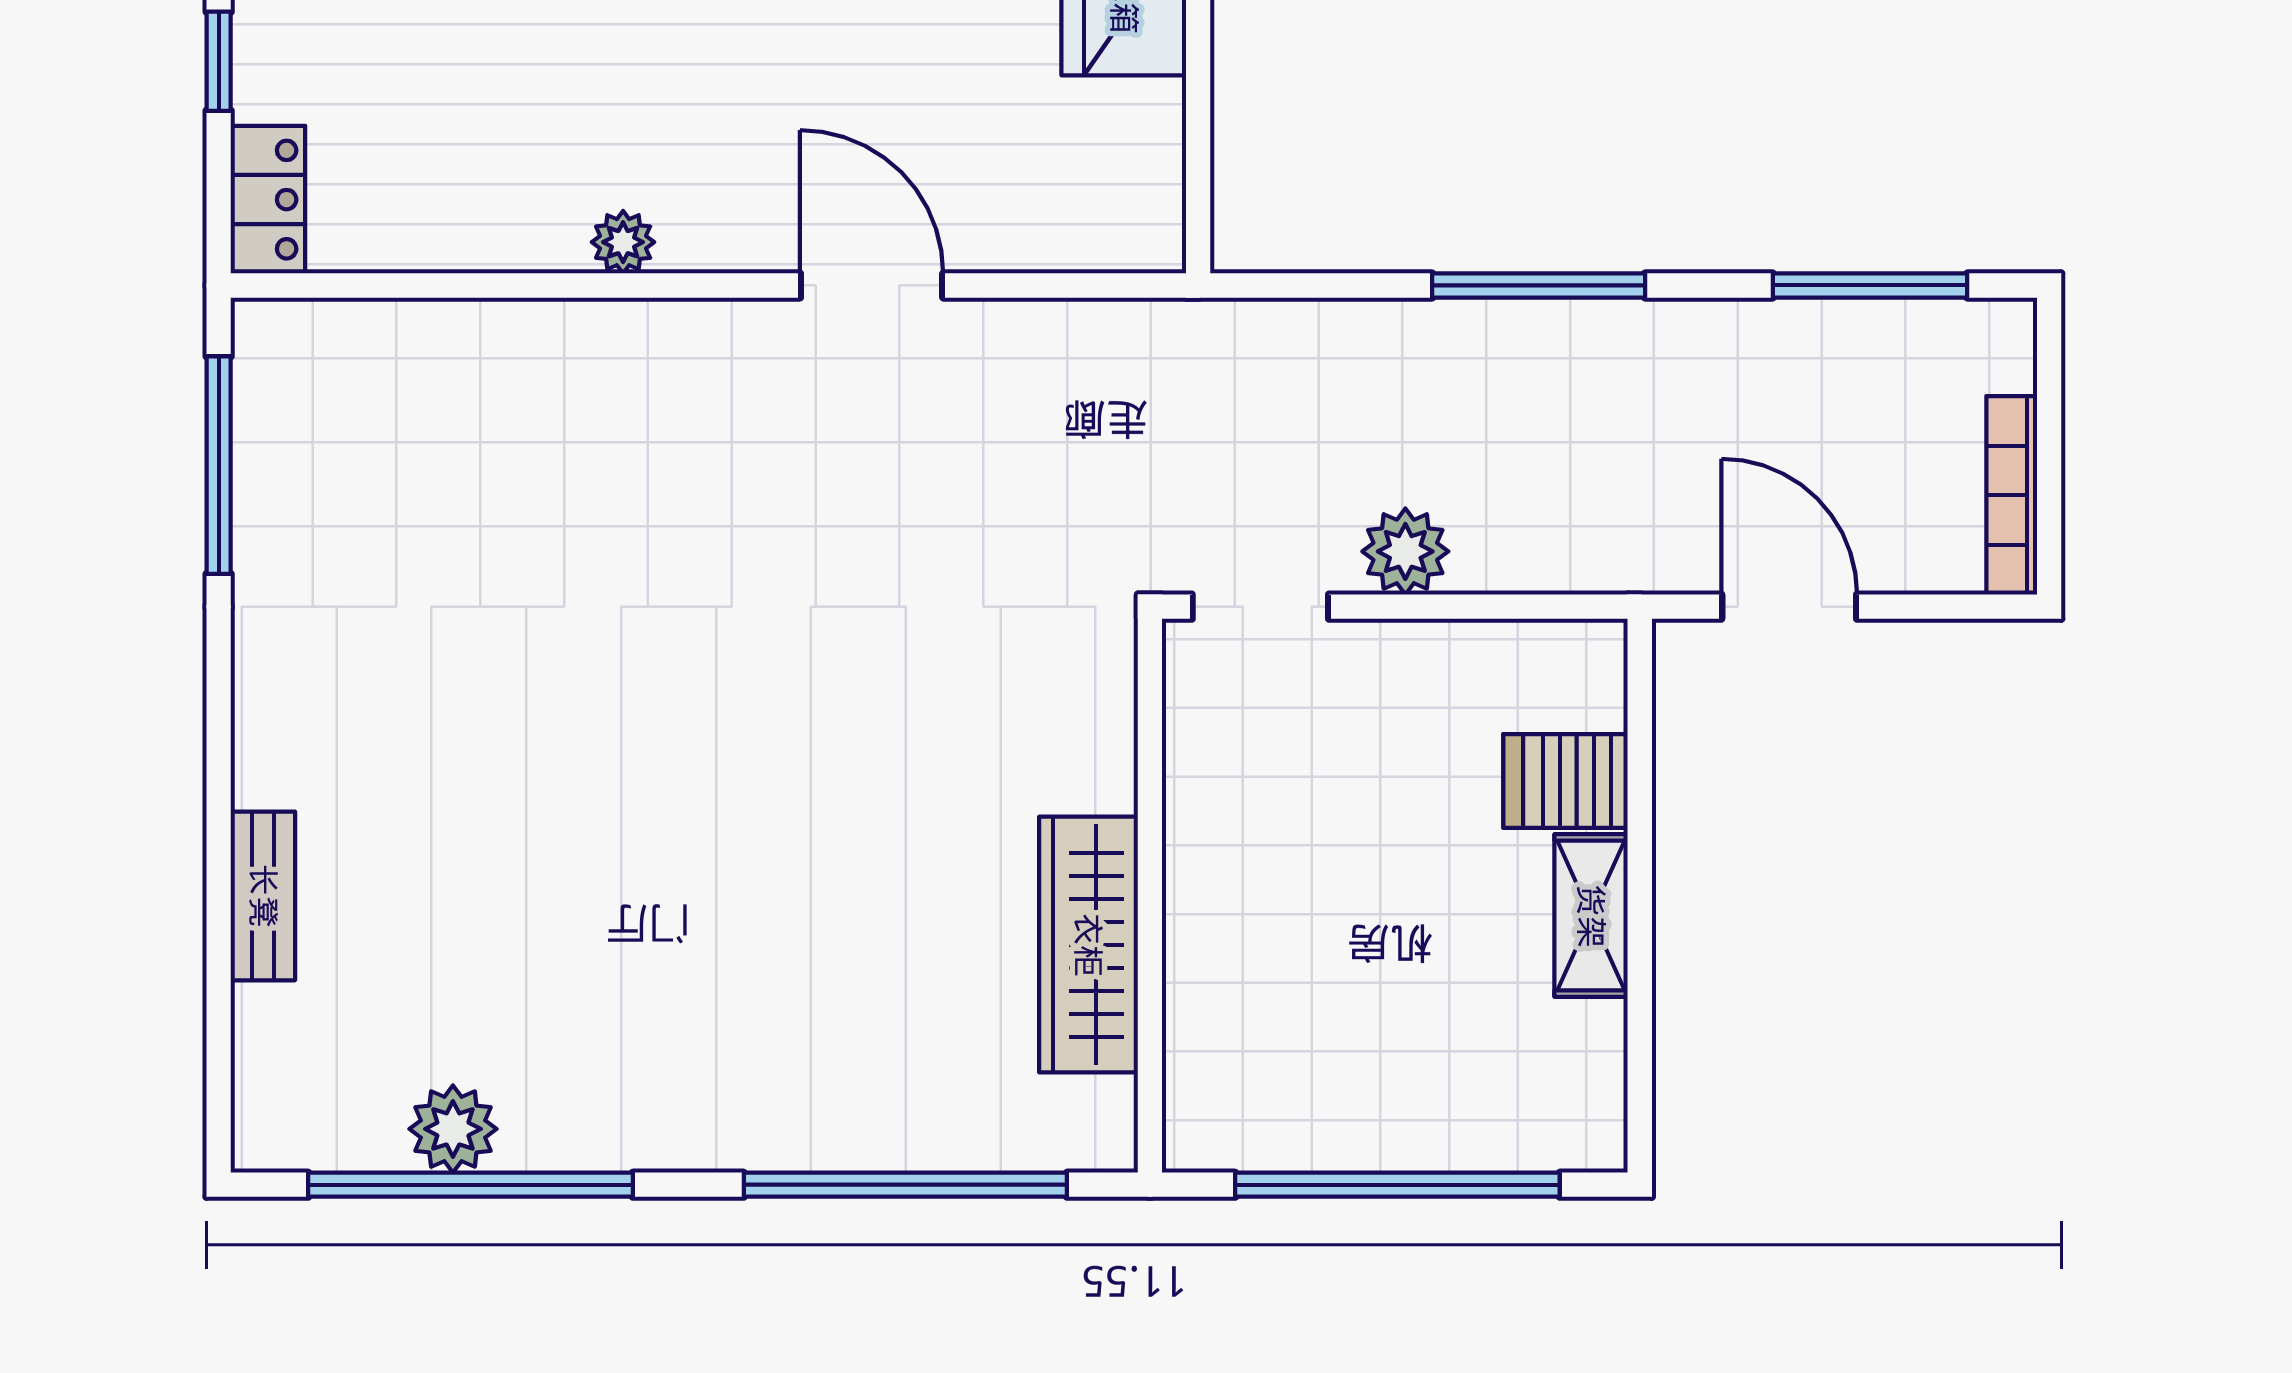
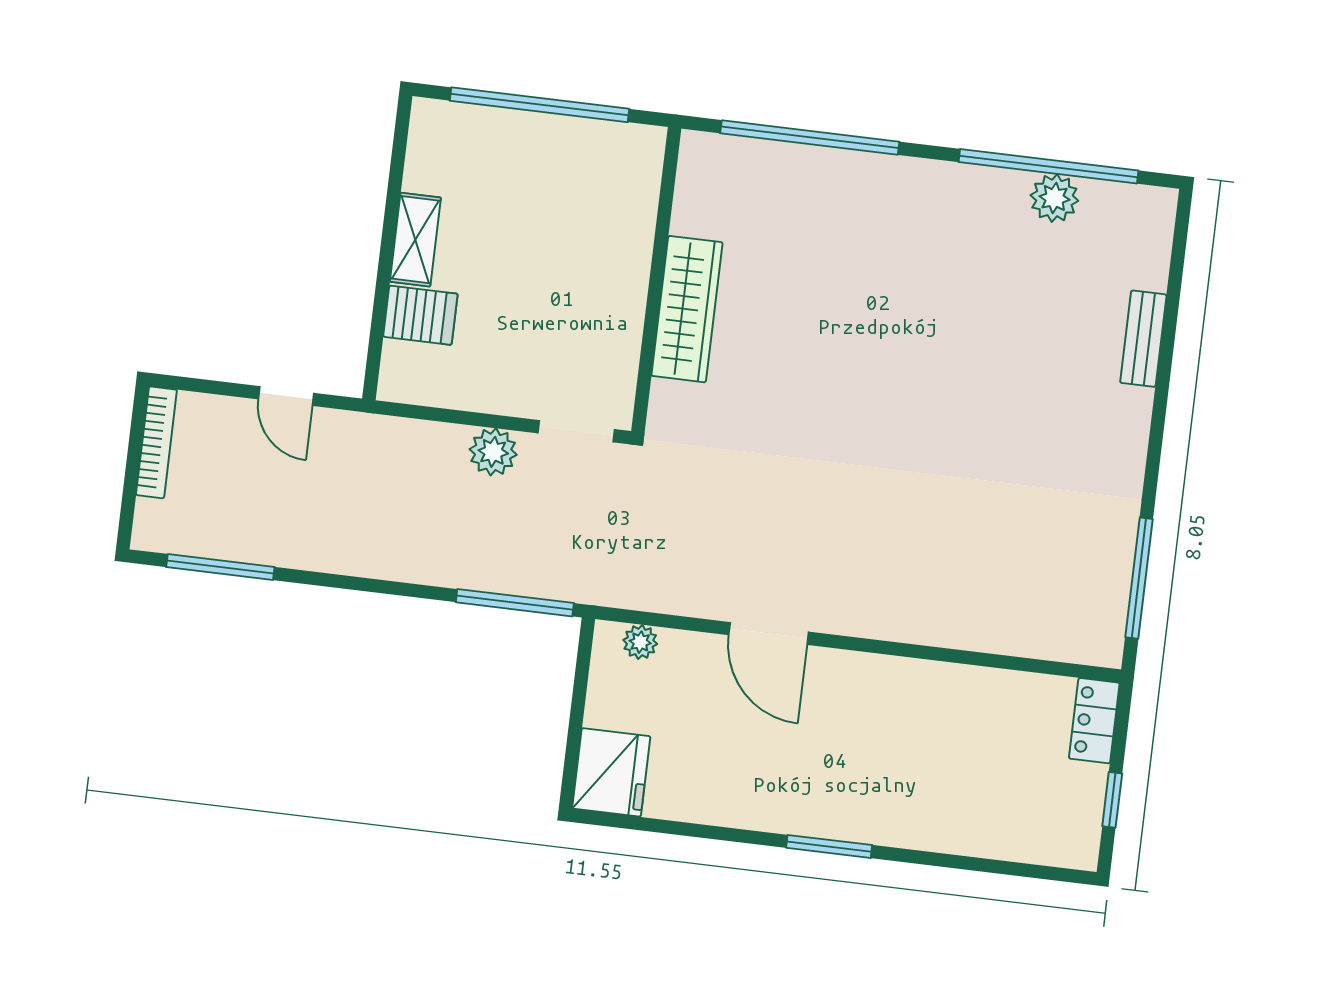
plant: (623, 242) -> (640, 642), moved
window: (1539, 285) -> (515, 603), moved
door: (1789, 607) -> (286, 396), width x0.73
wardrobe: (1088, 945) -> (687, 309), moved

